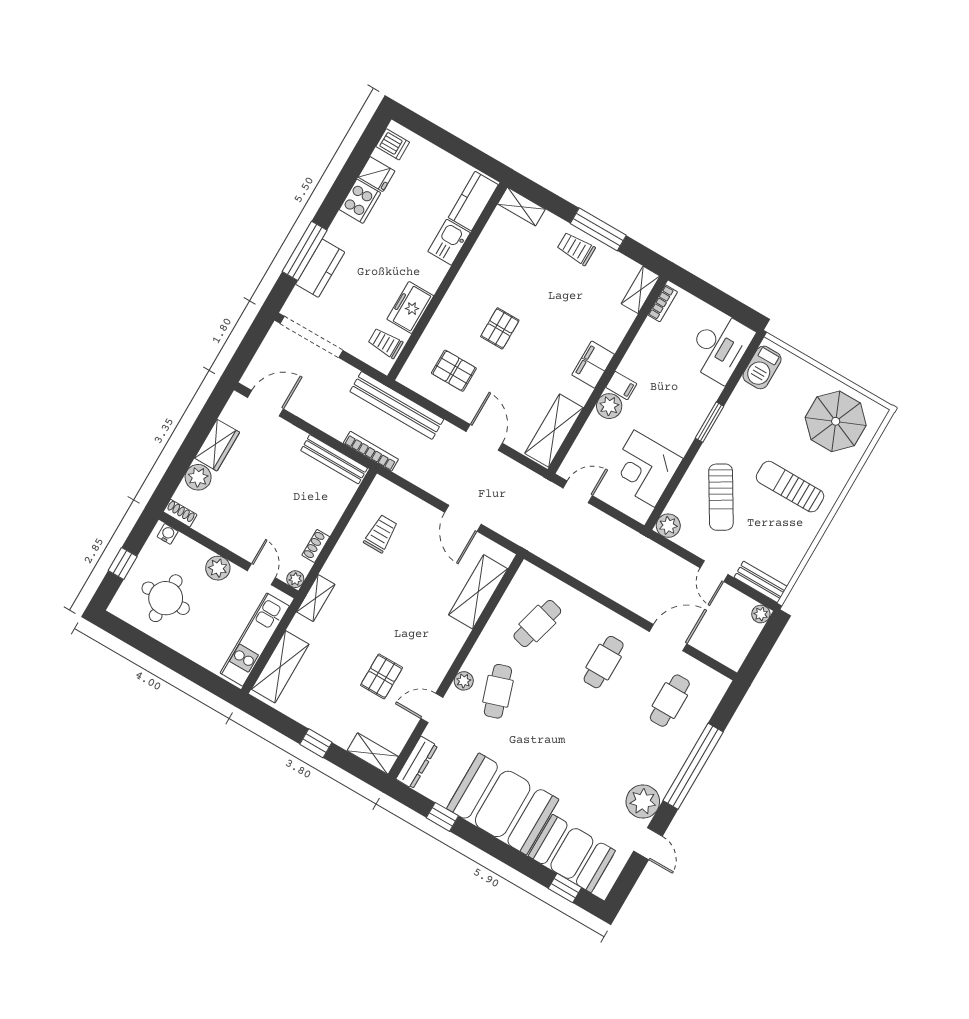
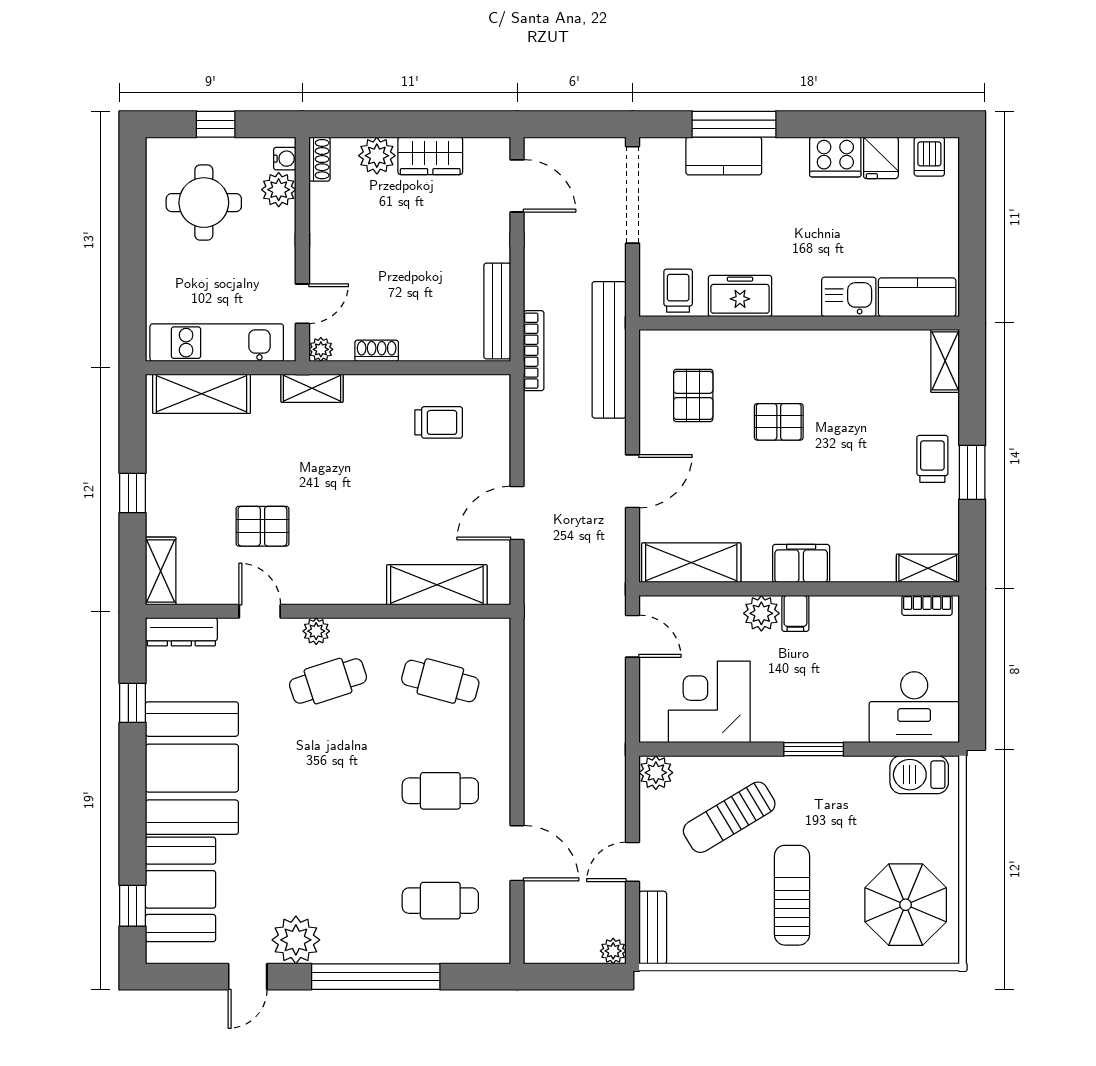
window: (598, 229) -> (972, 472), width x0.69
plant: (218, 568) -> (279, 190), moved

